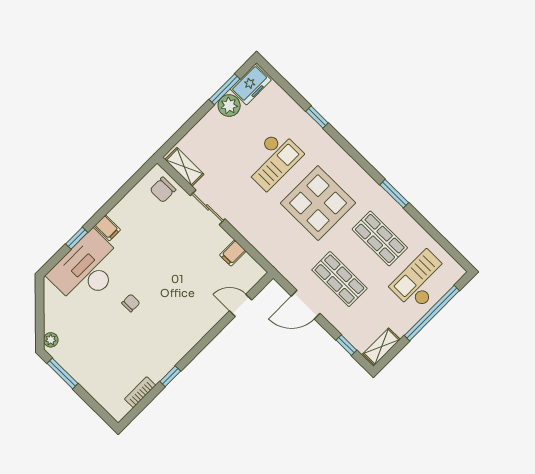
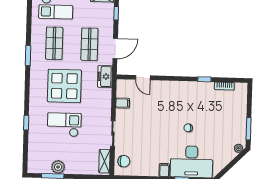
freezer: (251, 85) -> (105, 77), moved, turned -90
door: (306, 305) -> (115, 49), hinge flipped

